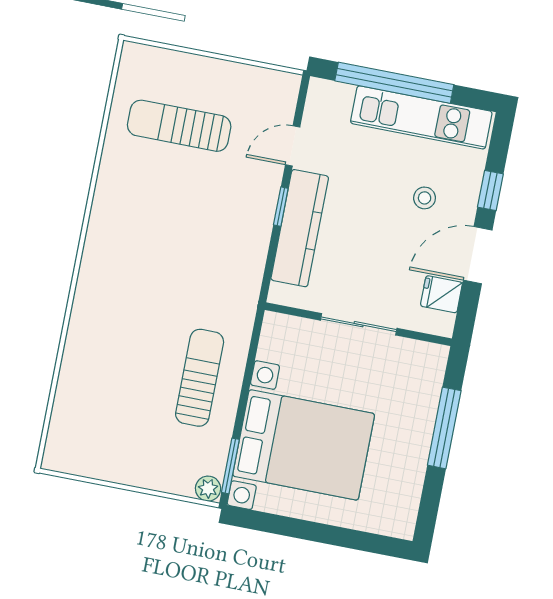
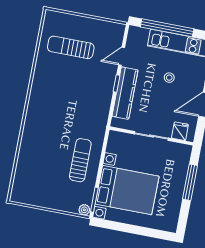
stool: (425, 198) -> (169, 78), moved
fridge: (441, 294) -> (180, 131), moved, turned 90

